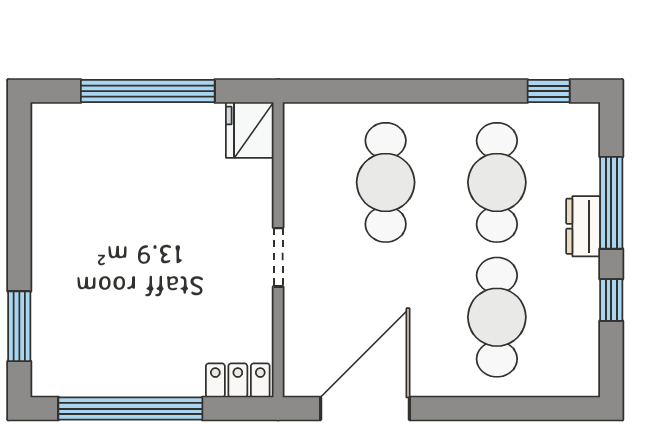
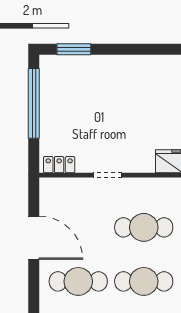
locker: (238, 380) -> (59, 165), moved, turned -90
door: (365, 409) -> (34, 238), moved

